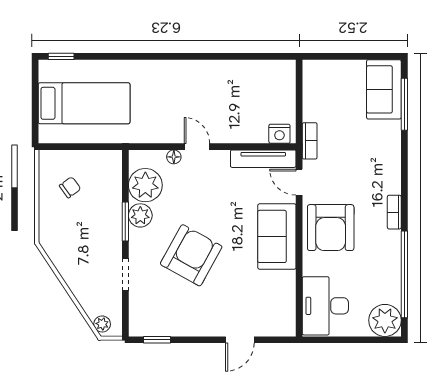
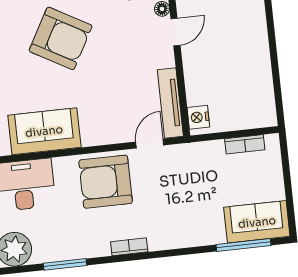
bookcase: (310, 141) -> (245, 144), moved
sofa: (277, 236) -> (44, 131), moved
window: (404, 274) -> (65, 264), width x0.47

